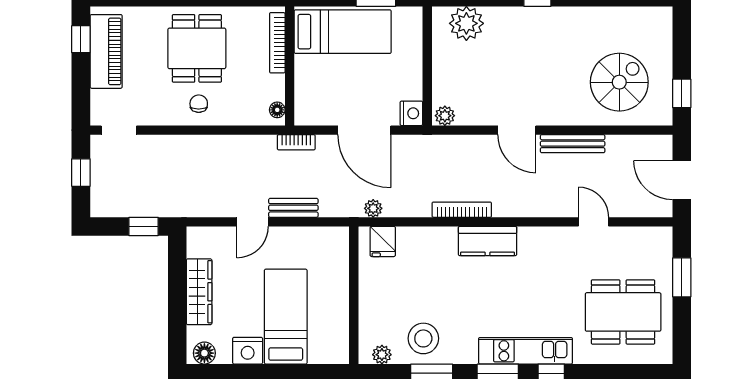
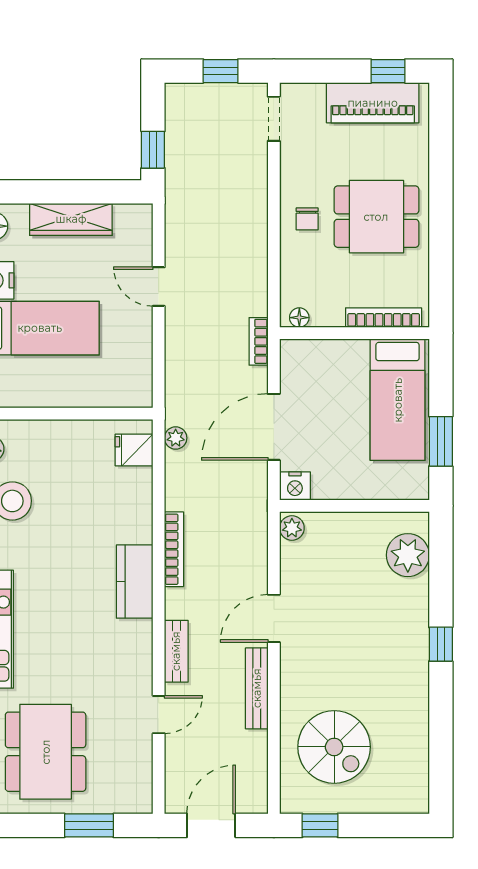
chair: (199, 104) -> (307, 219), turned 90
bench: (293, 208) -> (176, 651), moved

